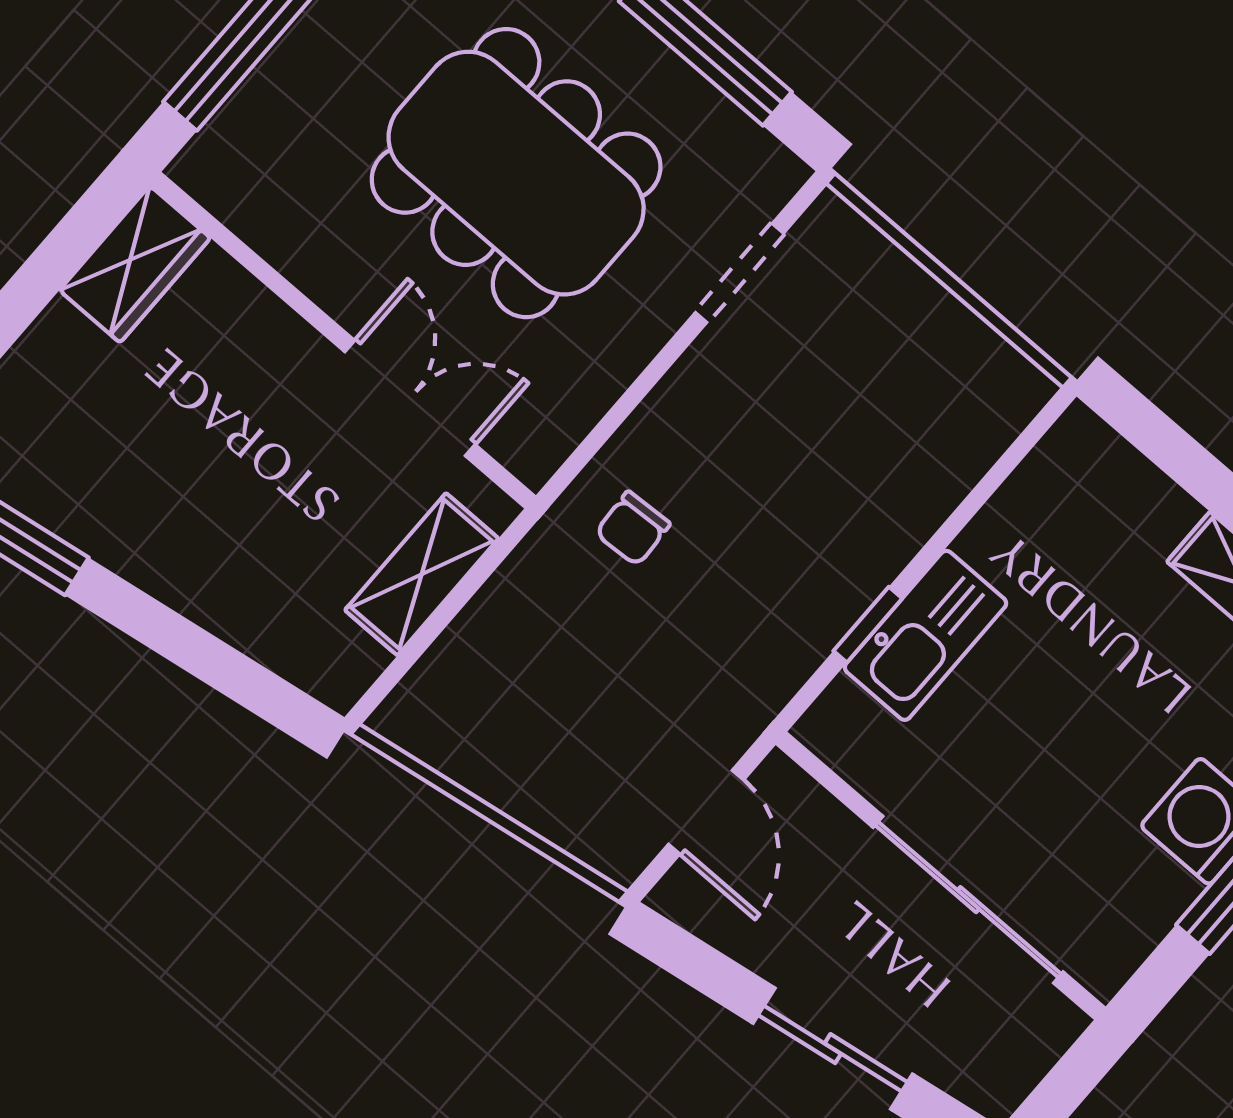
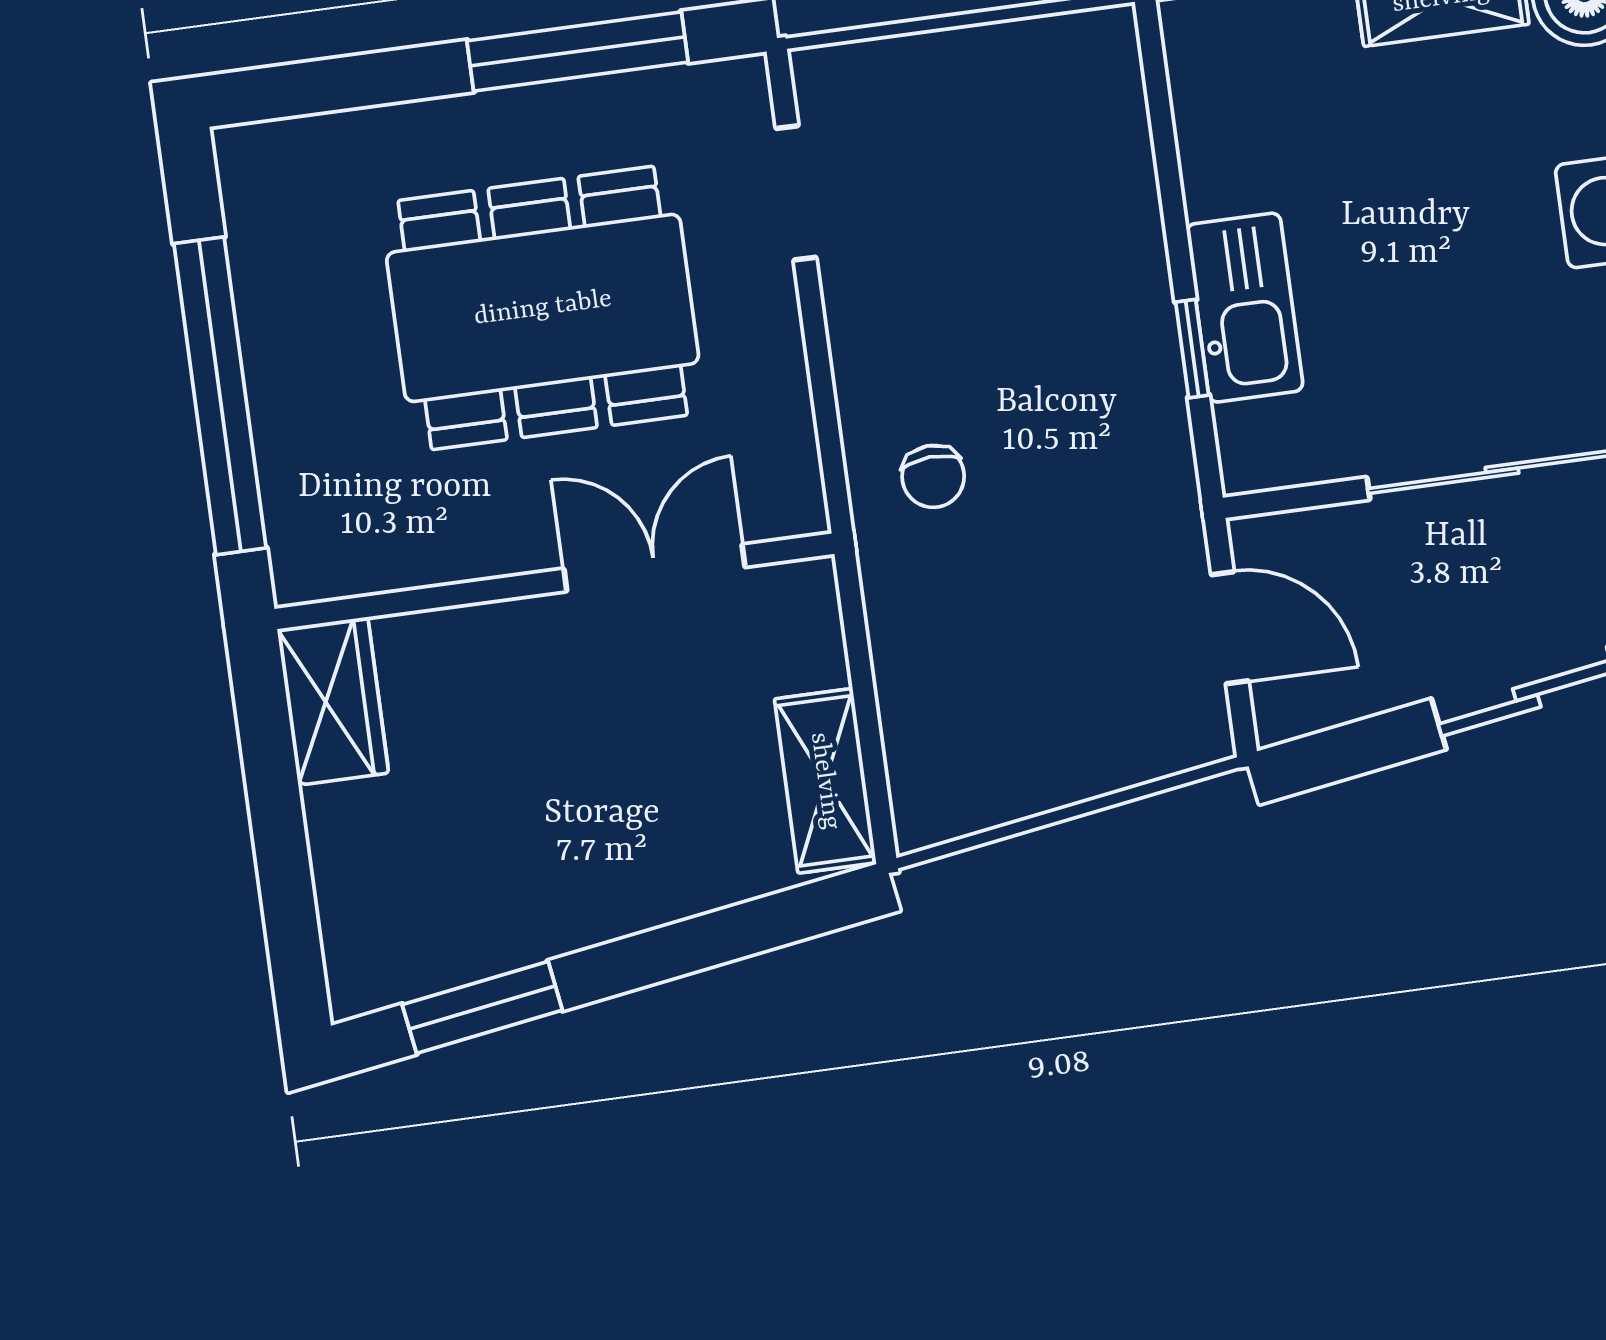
shelving: (422, 574) -> (825, 781), moved

